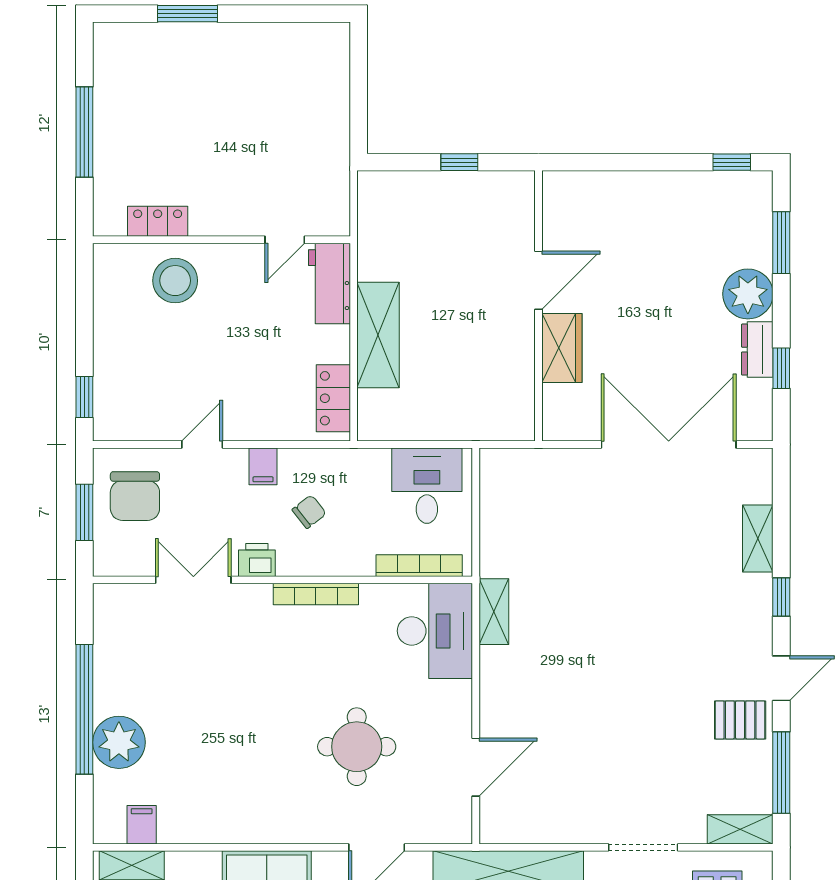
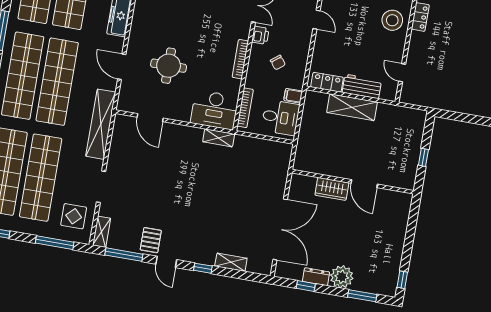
workbench: (329, 283) -> (362, 86), moved
filing cabinet: (263, 466) -> (293, 96), moved

